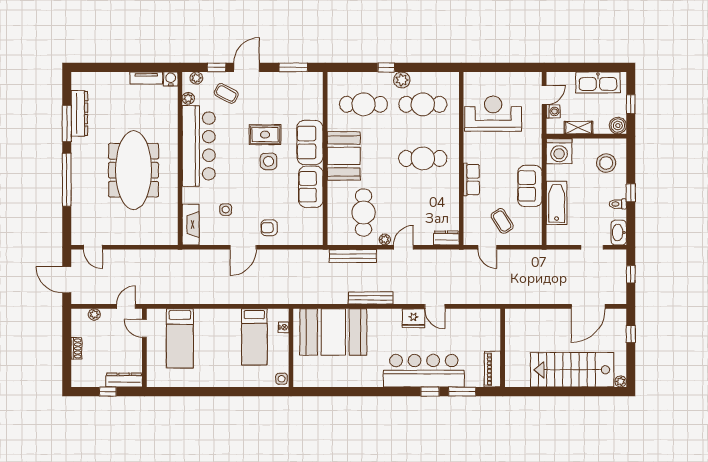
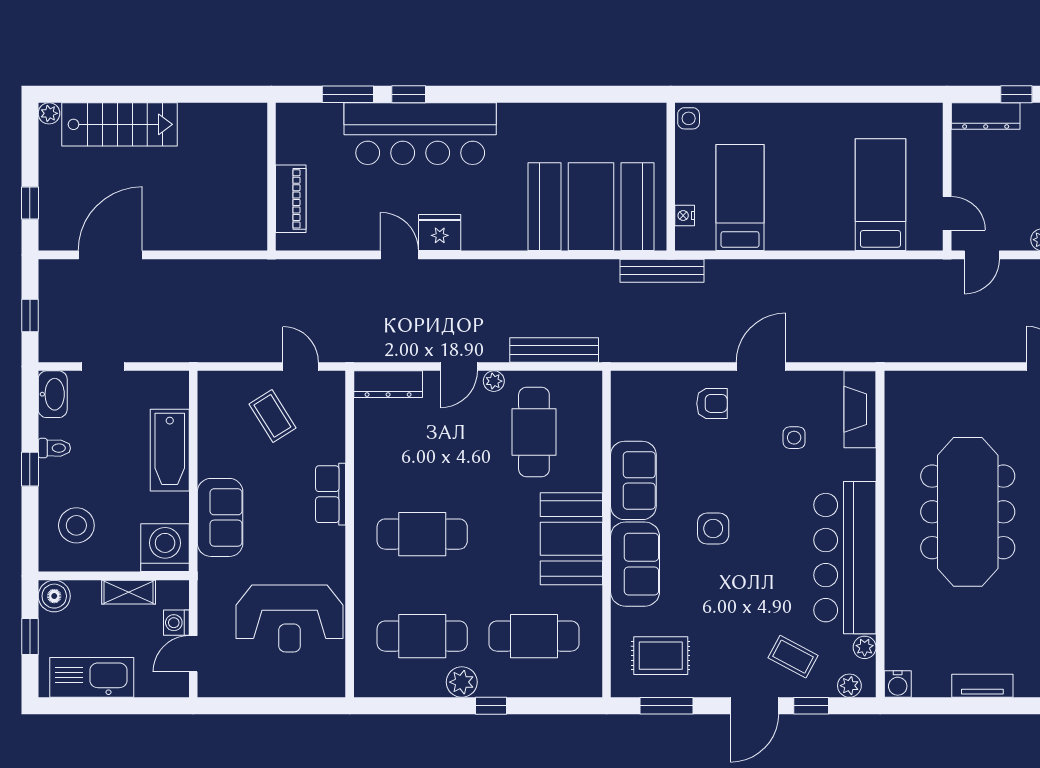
tv unit: (146, 78) -> (982, 686), moved
rug: (265, 135) -> (661, 656), moved
sofa: (530, 186) -> (220, 517), moved
dresser: (446, 238) -> (388, 384), width x1.44
bench: (371, 298) -> (662, 271), moved
piano: (492, 369) -> (291, 199), moved
stairs: (572, 370) -> (120, 124), width x0.73, depth x0.66

